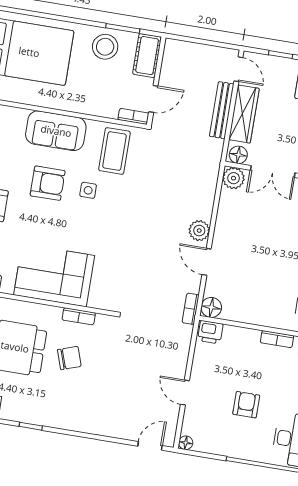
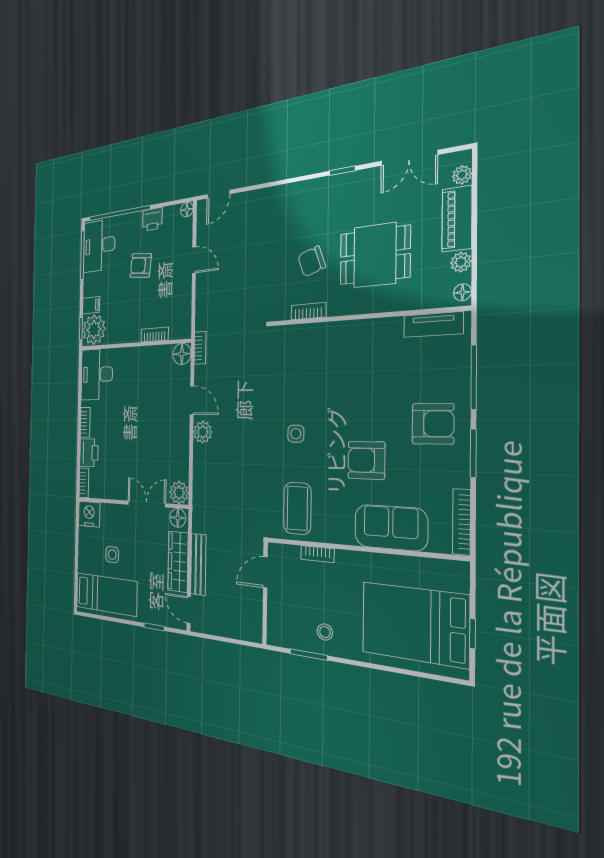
stool: (105, 47) -> (325, 632), width x0.53, depth x0.53
cot: (147, 56) -> (278, 622), removed
bookcase: (133, 116) -> (317, 554), moved
sofa: (56, 131) -> (391, 528), moved
side table: (88, 190) -> (296, 434), moved
corner sofa: (54, 275) -> (342, 352), removed
printer: (210, 332) -> (152, 219), moved, turned 180
bookcase: (277, 339) -> (155, 335), moved
armchair: (246, 405) -> (141, 265), turned 96

